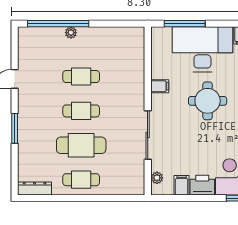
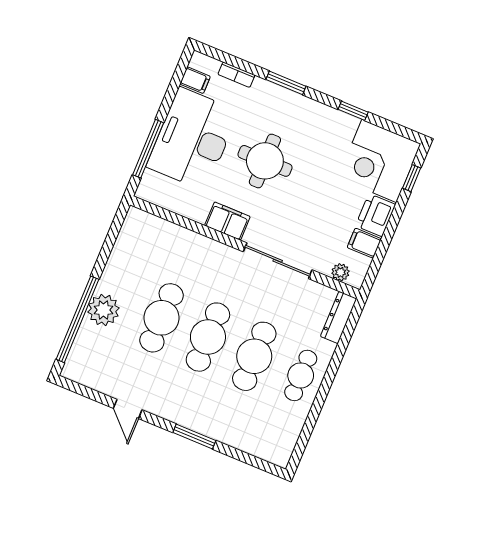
plant: (71, 33) -> (103, 310), width x1.88, depth x1.88
cafe table: (81, 77) -> (162, 318), width x1.37, depth x1.35
filing cabinet: (160, 86) -> (227, 221), width x2.00
cafe table: (81, 111) -> (208, 337), width x1.37, depth x1.35
dresser: (35, 188) -> (339, 317), moved

